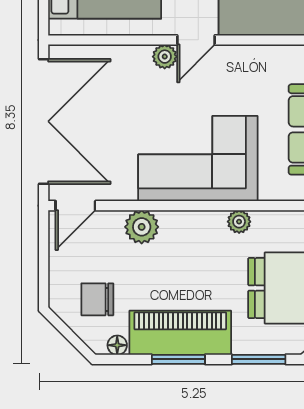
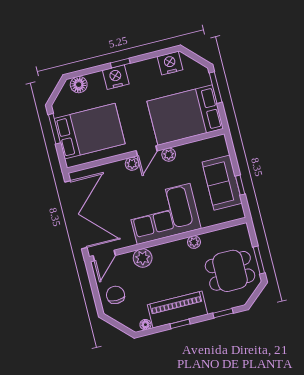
plant: (233, 57) -> (169, 155), added
chair: (97, 299) -> (115, 295), moved, turned 90
window: (178, 359) -> (180, 324), width x0.67
window: (259, 359) -> (223, 313), width x0.67

